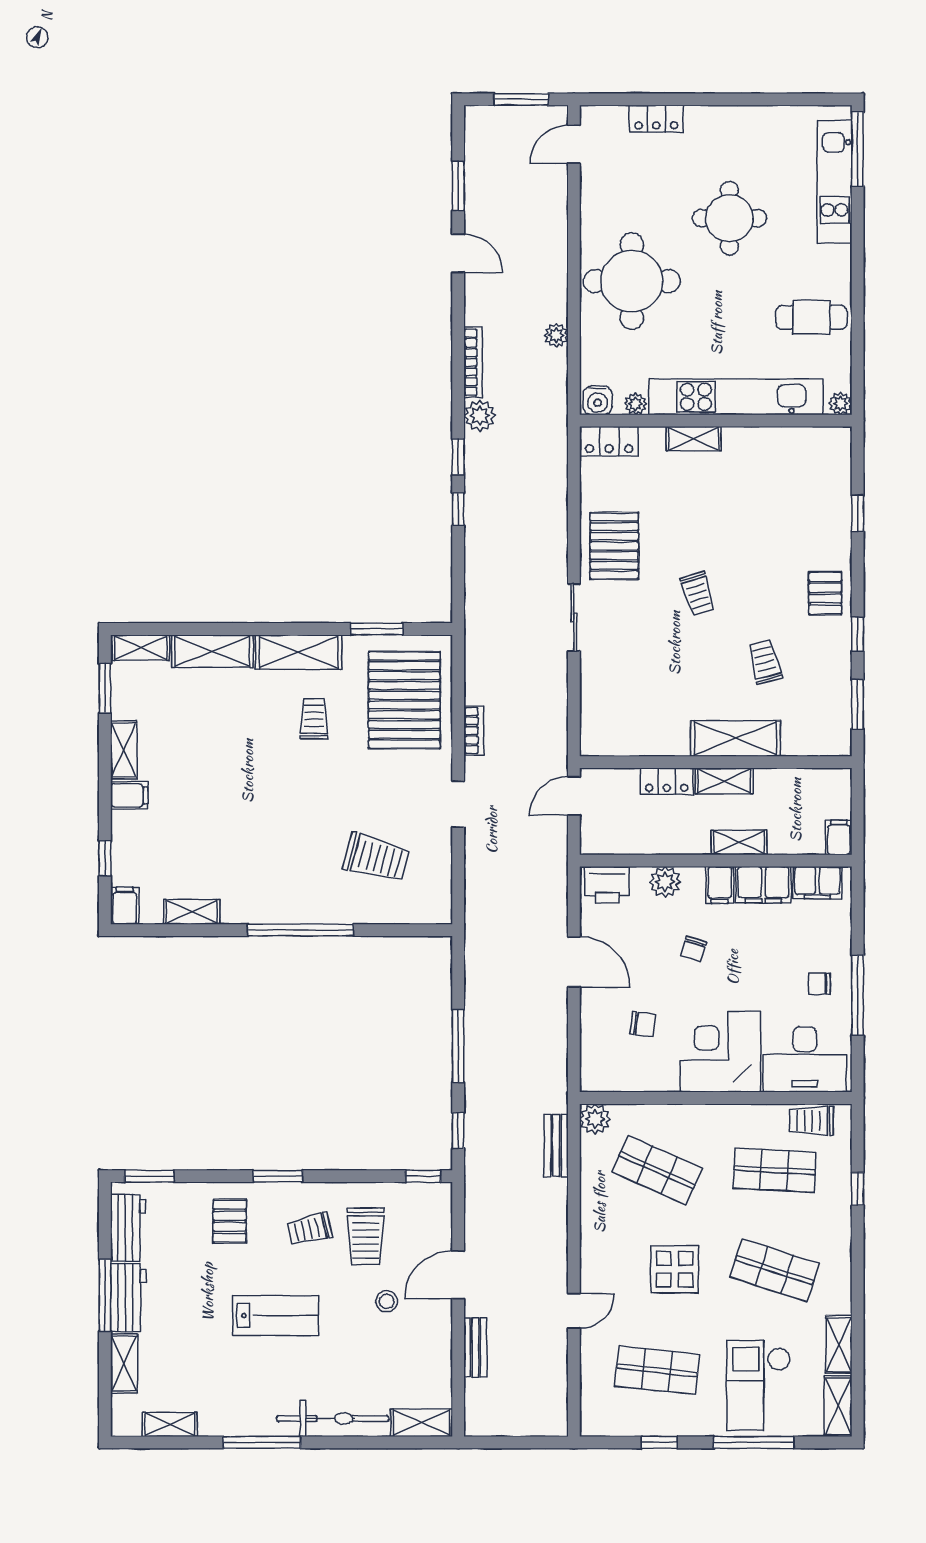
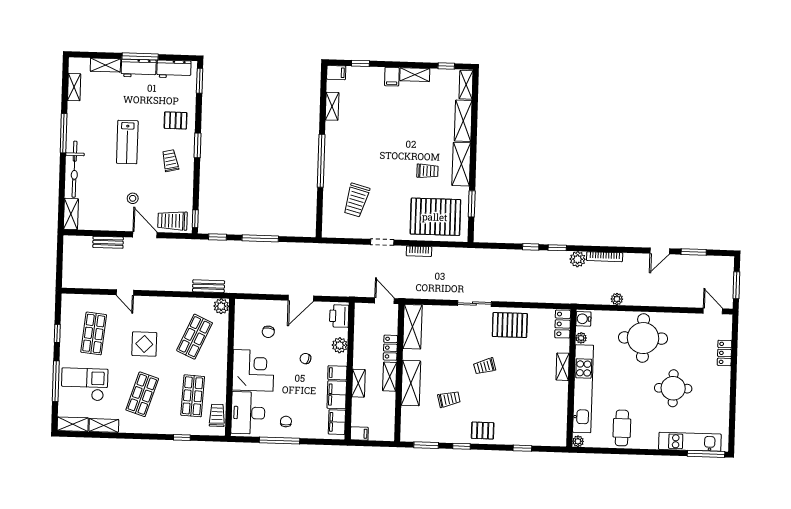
window: (105, 688) -> (446, 66), width x0.67
shelving: (624, 739) -> (412, 327), added
trolley: (366, 1236) -> (172, 221), moved

